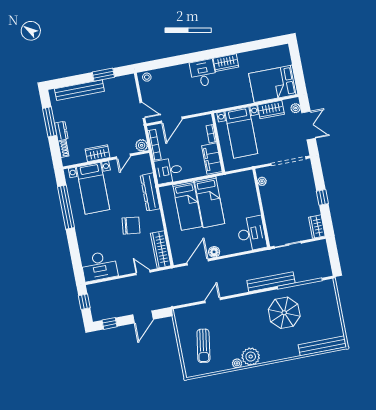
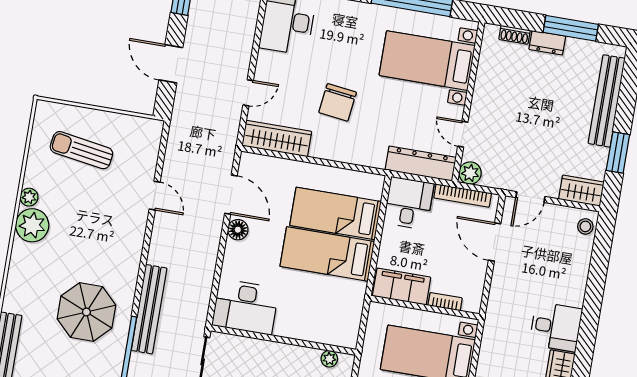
wardrobe: (98, 153) -> (581, 191), moved, turned -90
dresser: (150, 192) -> (421, 164), moved

